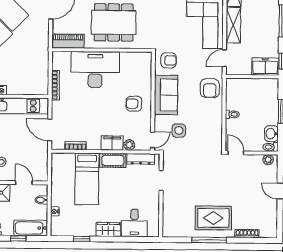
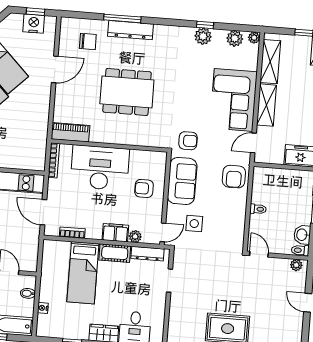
piano: (68, 41) -> (70, 132), moved
wall: (102, 50) -> (109, 145), moved
desk: (95, 70) -> (100, 168), moved

